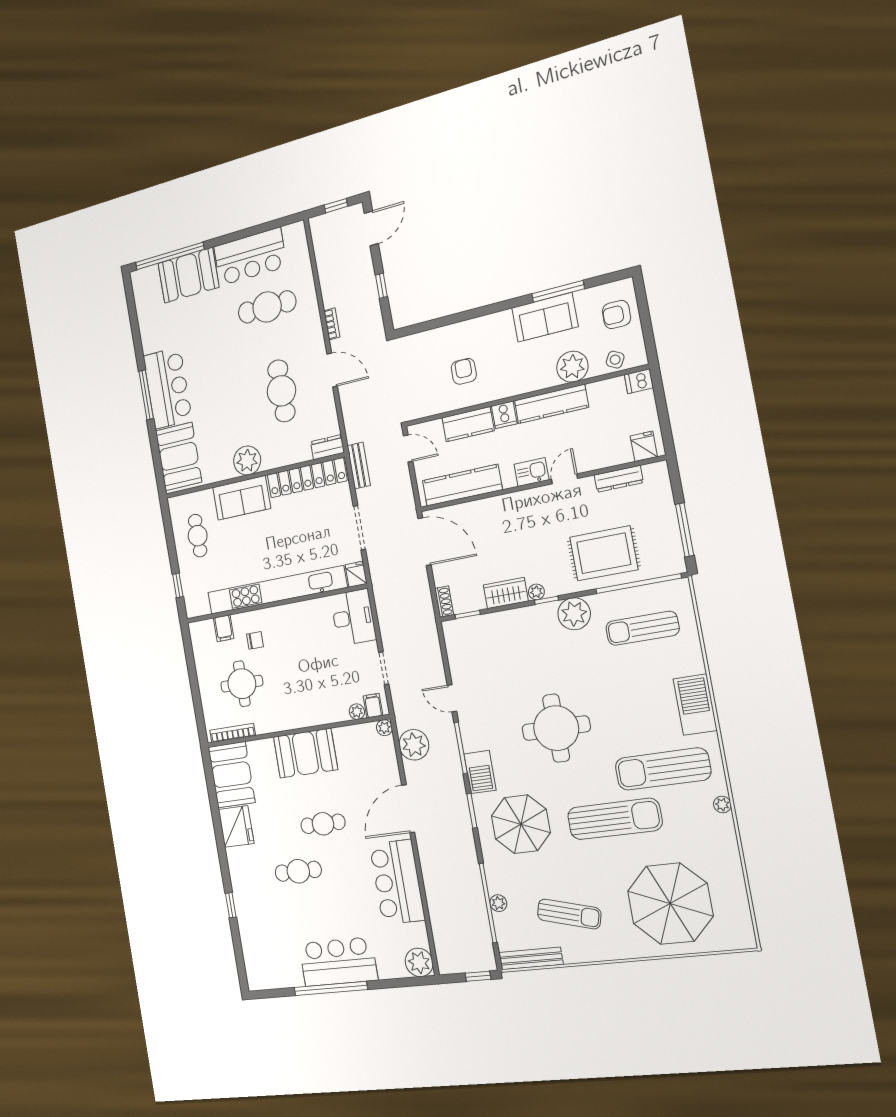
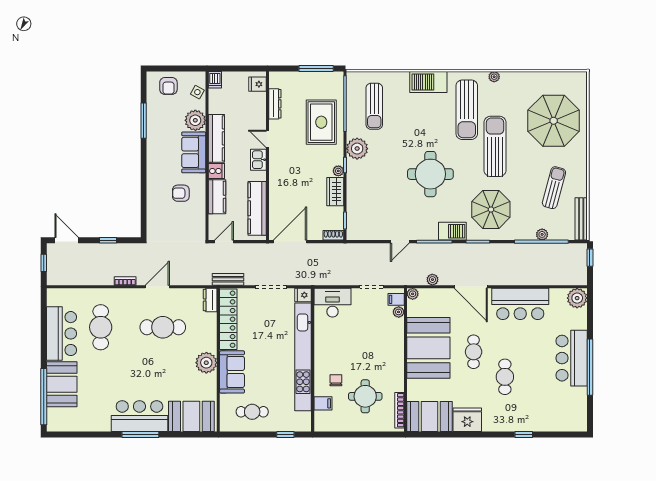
sofa: (545, 317) -> (194, 152), moved, turned 180
plant: (414, 745) -> (432, 280), width x0.53, depth x0.53
booth: (305, 753) -> (428, 348), width x1.36, depth x1.42

